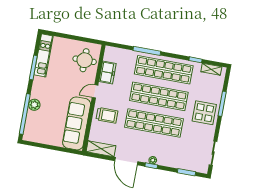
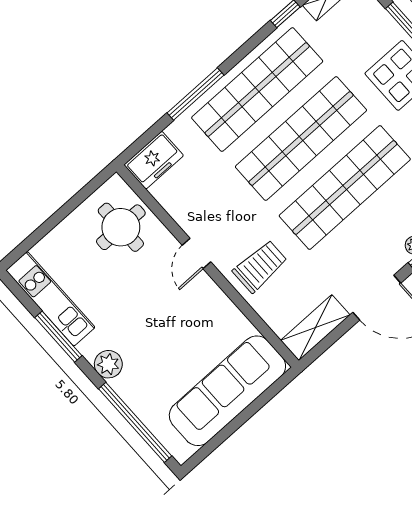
freezer: (108, 72) -> (154, 160), moved, turned 90
plant: (34, 105) -> (108, 364), moved
sofa: (77, 123) -> (227, 391), moved, turned 90

